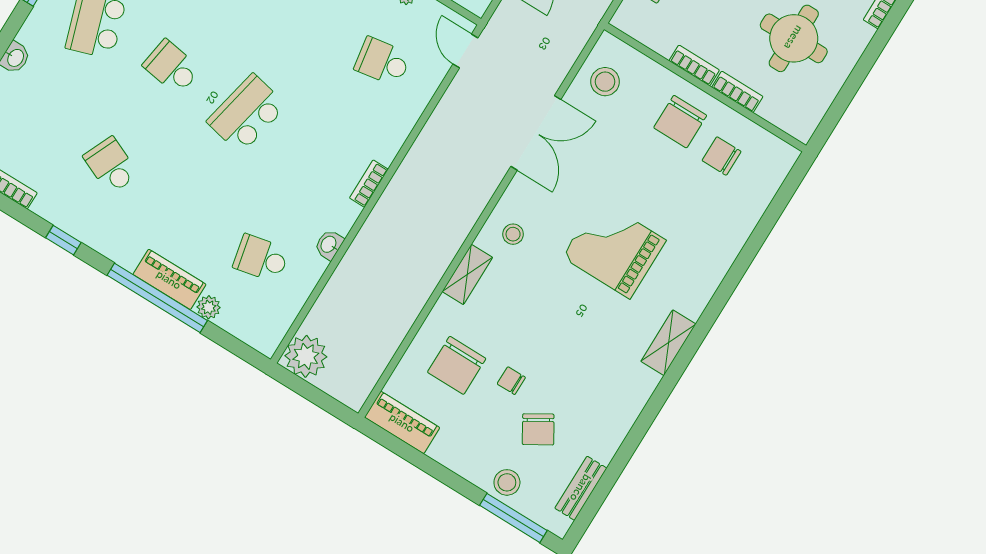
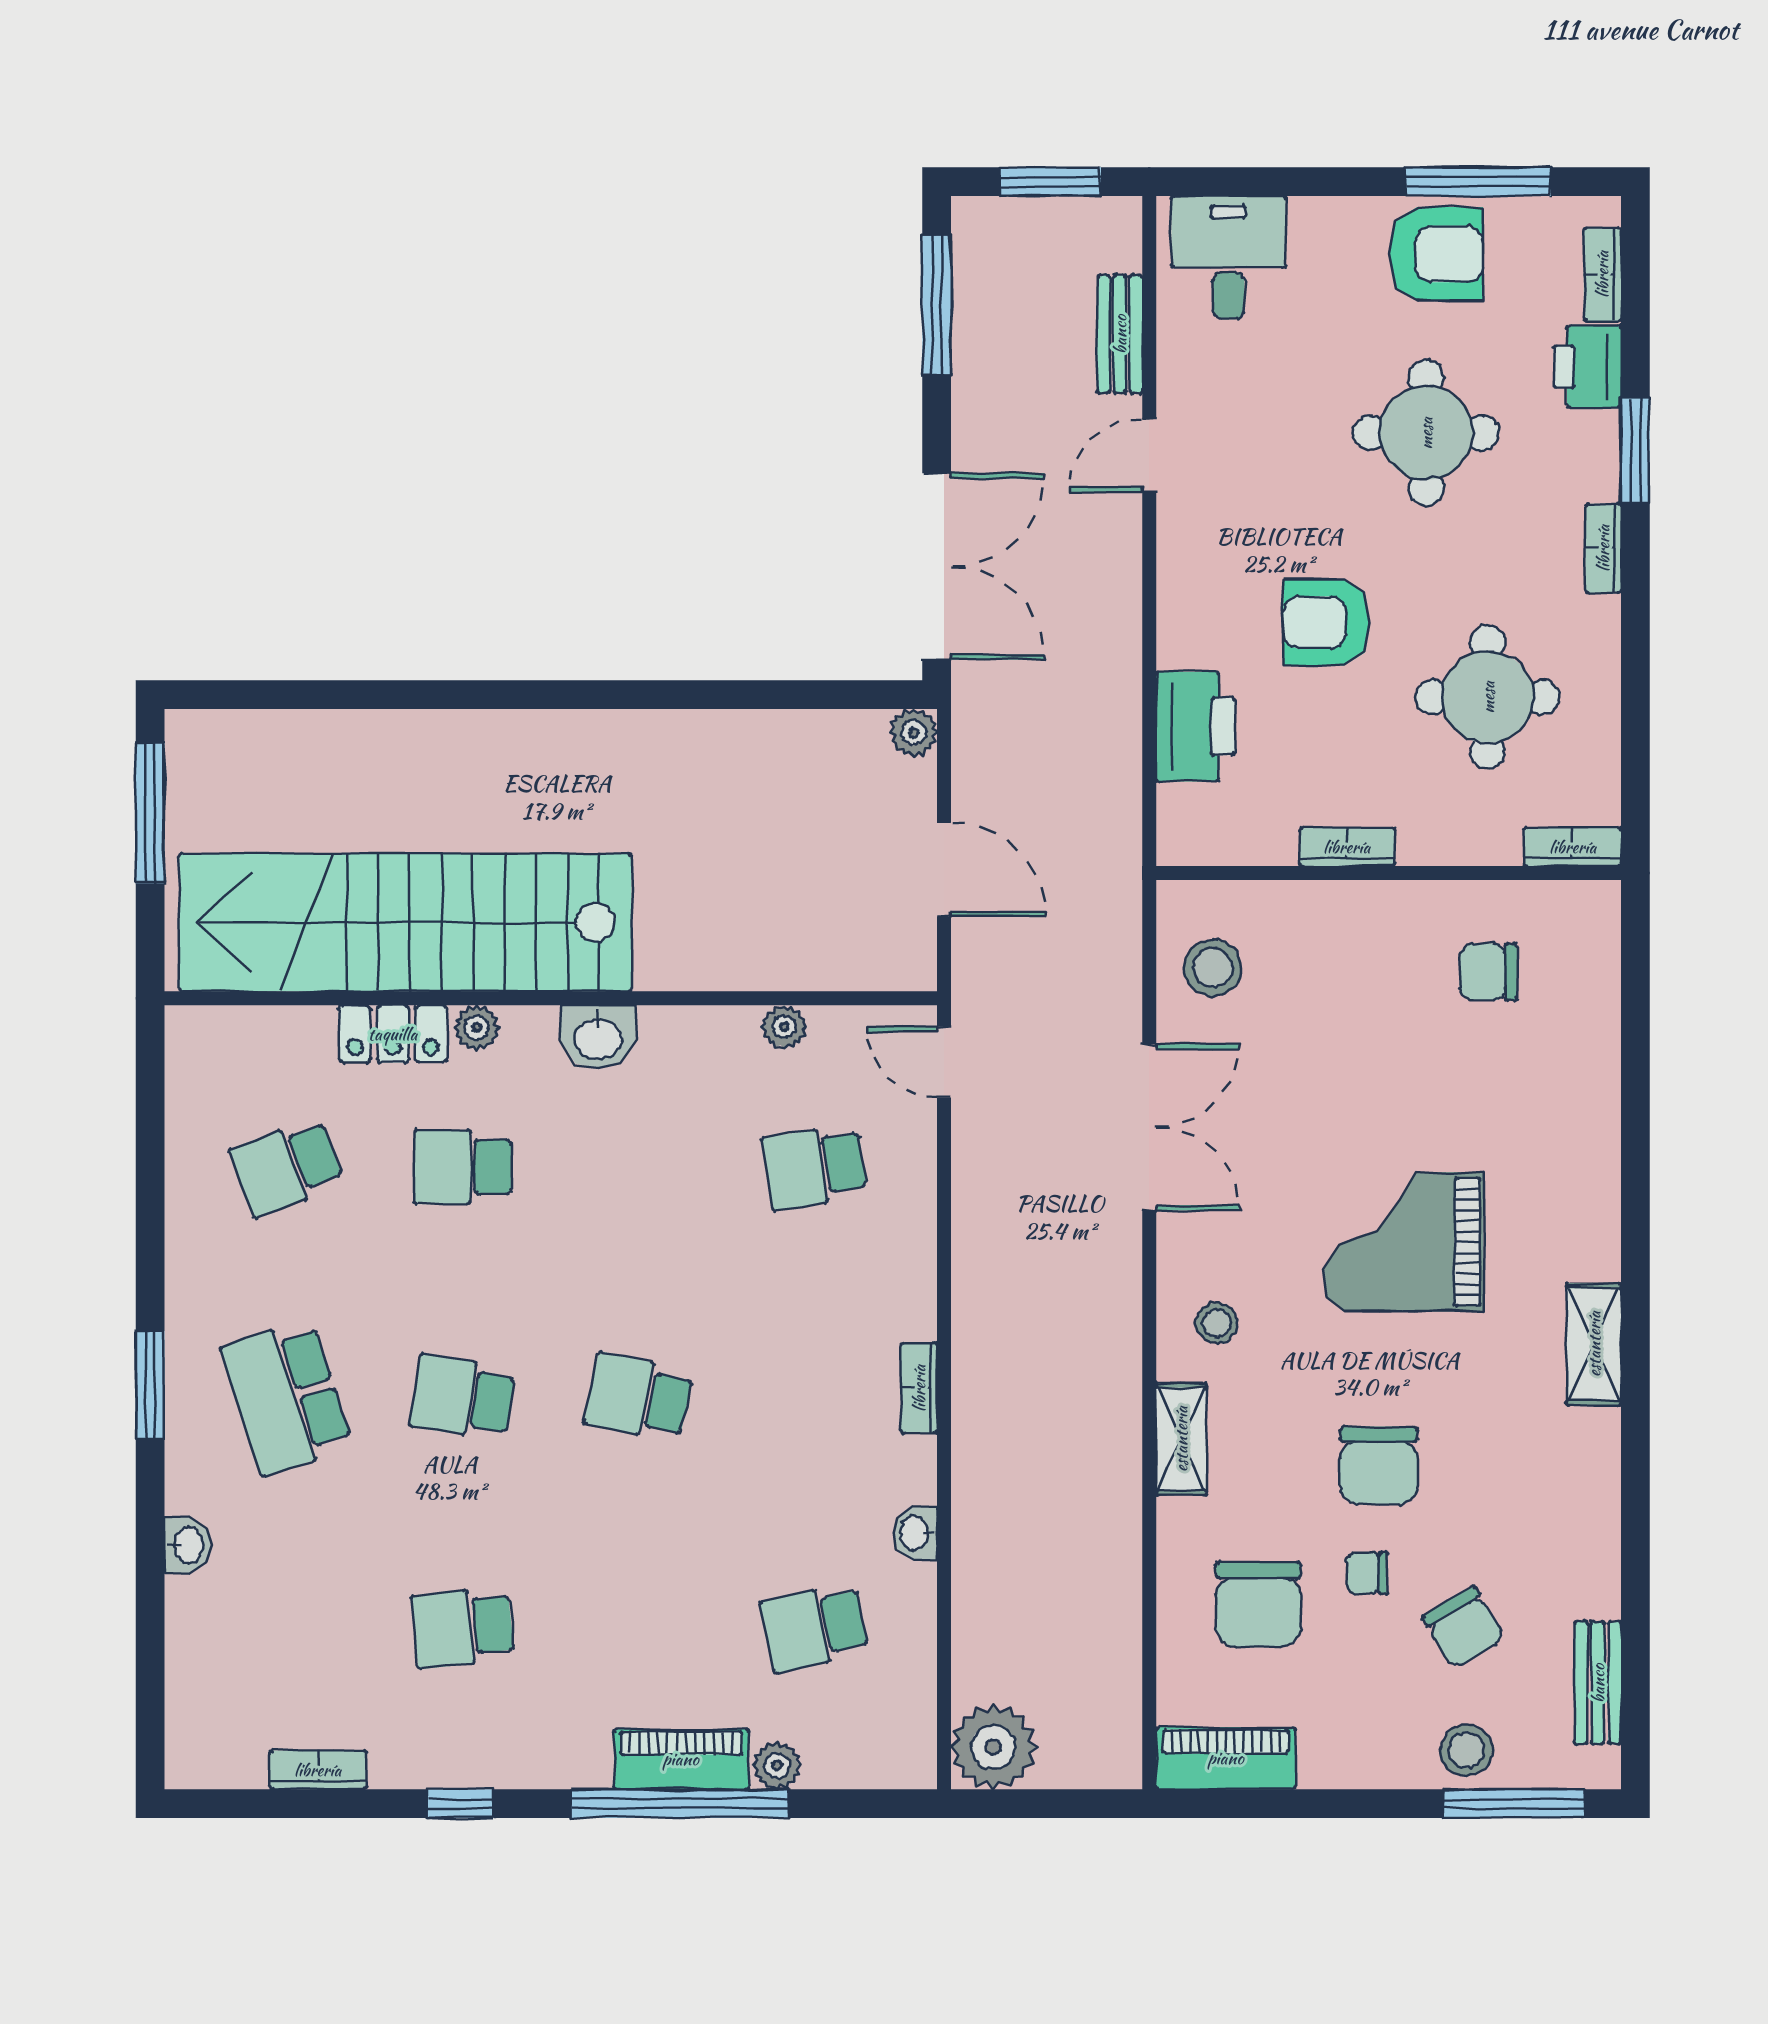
bookcase: (737, 92) -> (1573, 847), moved
school desk: (247, 114) -> (639, 1397), width x0.54
chair: (680, 122) -> (1379, 1465), moved
school desk: (111, 165) -> (463, 1627), turned -30

